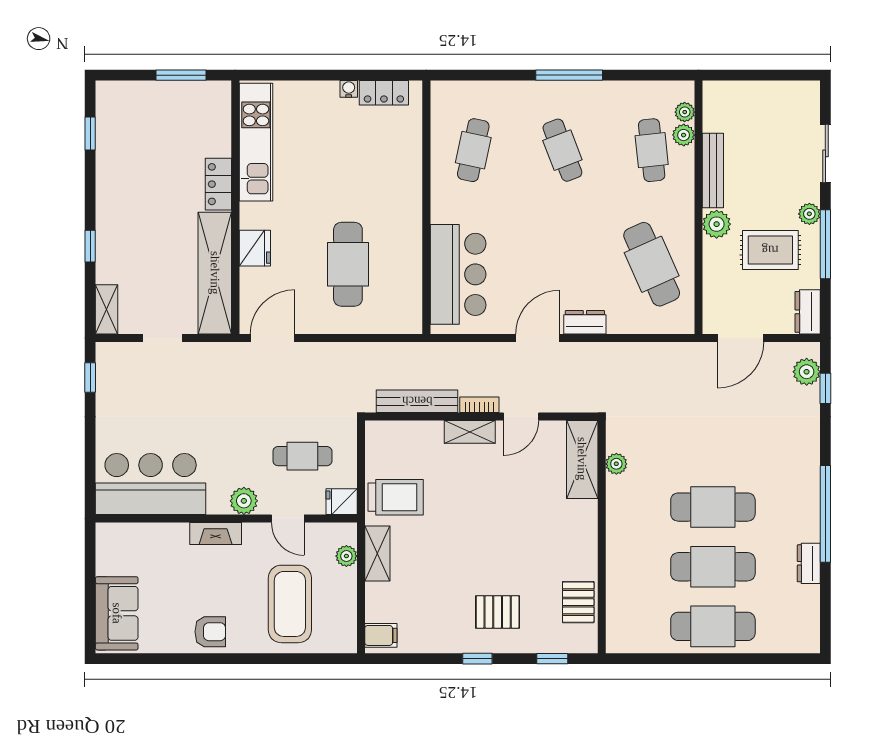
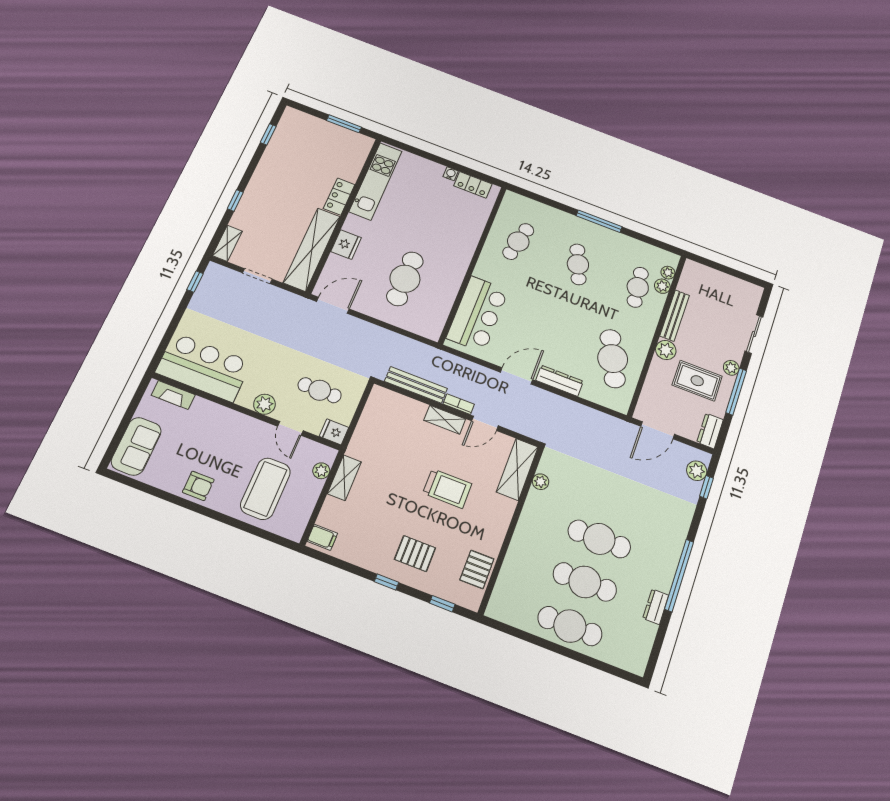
dresser: (585, 322) -> (559, 381), width x1.44
trolley: (396, 497) -> (447, 488), moved
fireplace: (216, 534) -> (173, 395), moved

